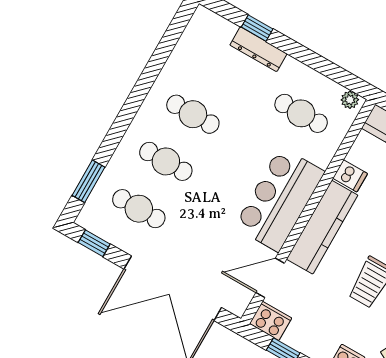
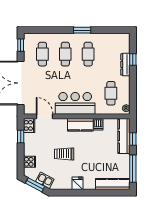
window: (89, 181) -> (82, 30), moved
kitchen counter: (322, 227) -> (80, 125), width x0.67

